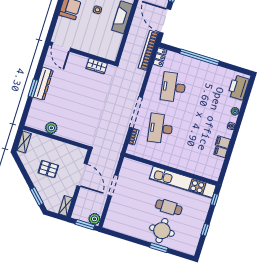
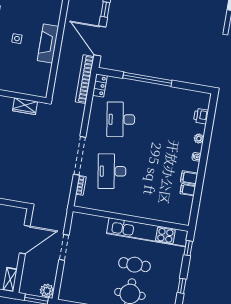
printer: (238, 87) -> (201, 116), width x0.53, depth x0.68
door: (82, 175) -> (25, 240), hinge flipped

